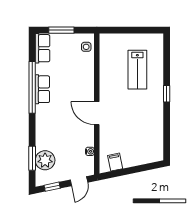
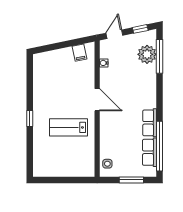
row of seats: (43, 48) -> (150, 152), moved
lab bench: (137, 70) -> (68, 127), moved, turned -90
window: (32, 87) -> (160, 146), moved
window: (32, 158) -> (160, 56), width x1.44

